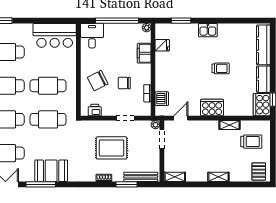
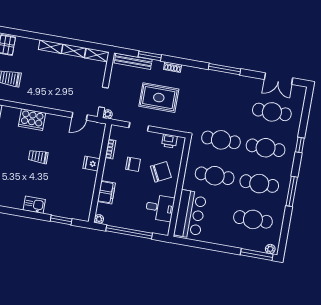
bar counter: (55, 35) -> (190, 214), moved, turned 90
desk: (92, 36) -> (160, 208), moved, turned -90
fridge: (162, 45) -> (91, 164), moved
trolley: (221, 68) -> (38, 157), moved
dishwasher: (162, 99) -> (96, 141), removed
cooker: (212, 108) -> (32, 120), moved
shelving: (229, 125) -> (74, 51), moved
booth: (51, 171) -> (227, 85), removed
window: (41, 184) -> (224, 69), moved

